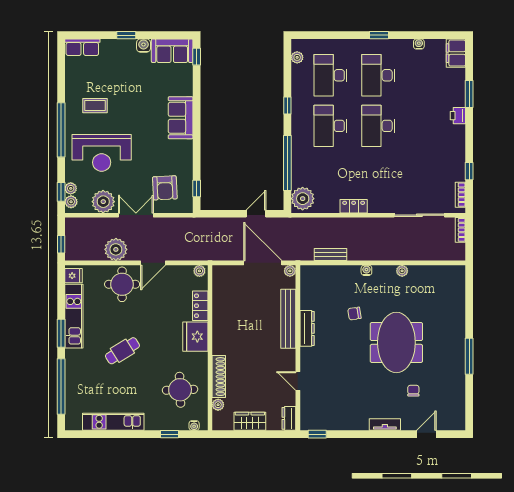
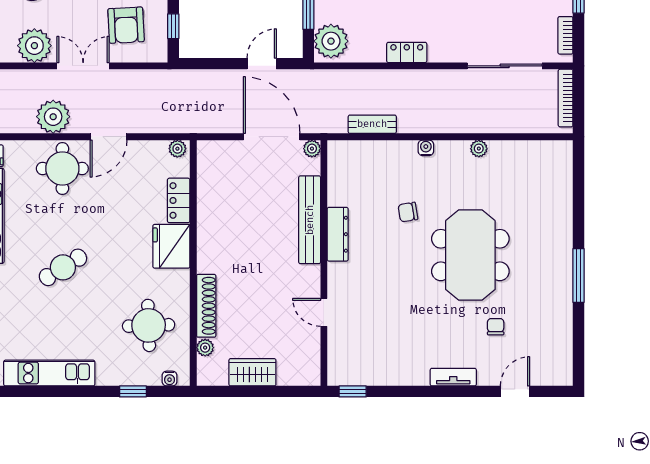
bookcase: (460, 230) -> (566, 98), width x1.56
dresser: (289, 418) -> (310, 368), removed

